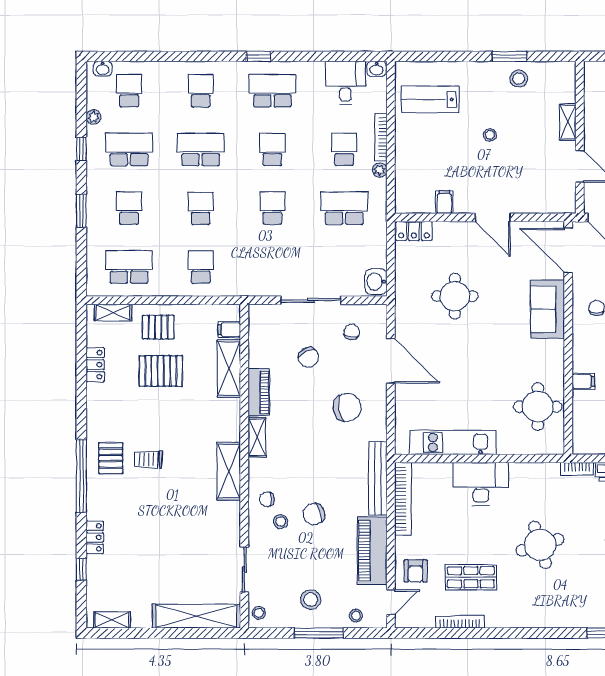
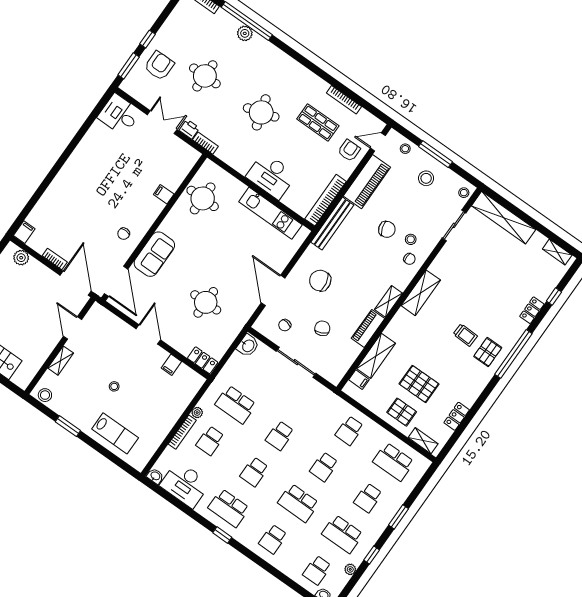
stool: (519, 79) -> (45, 395), moved
desk: (345, 83) -> (185, 484), width x1.37
lab bench: (430, 99) -> (115, 433), moved

